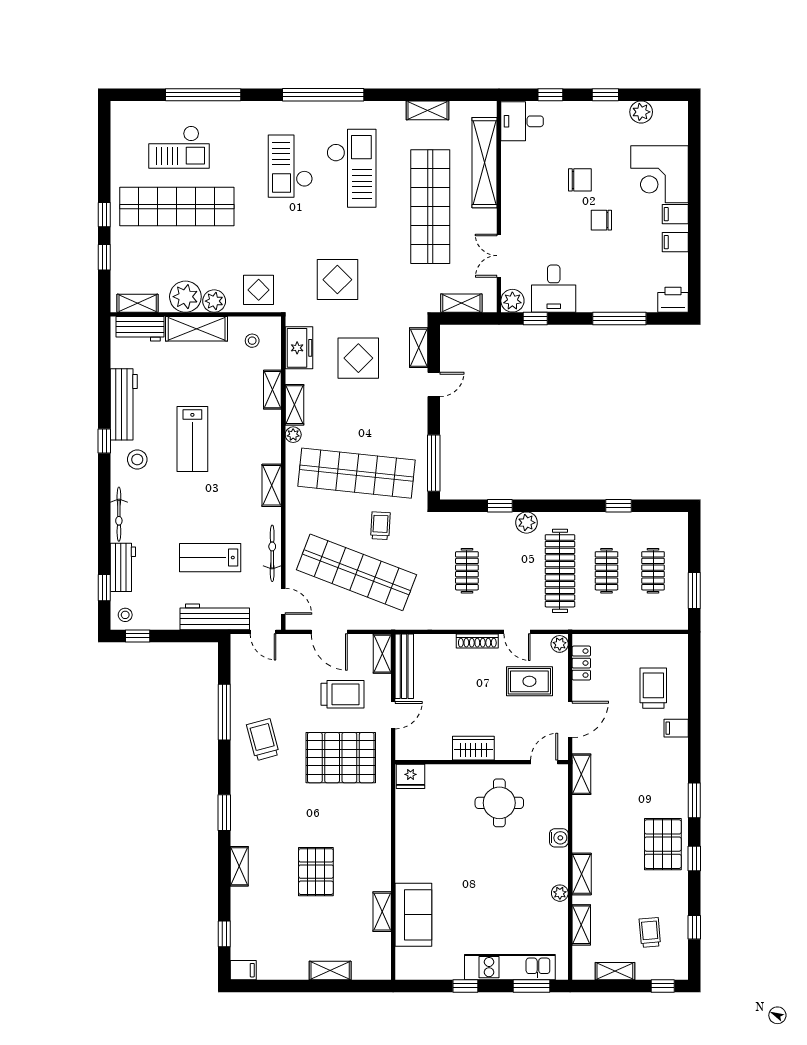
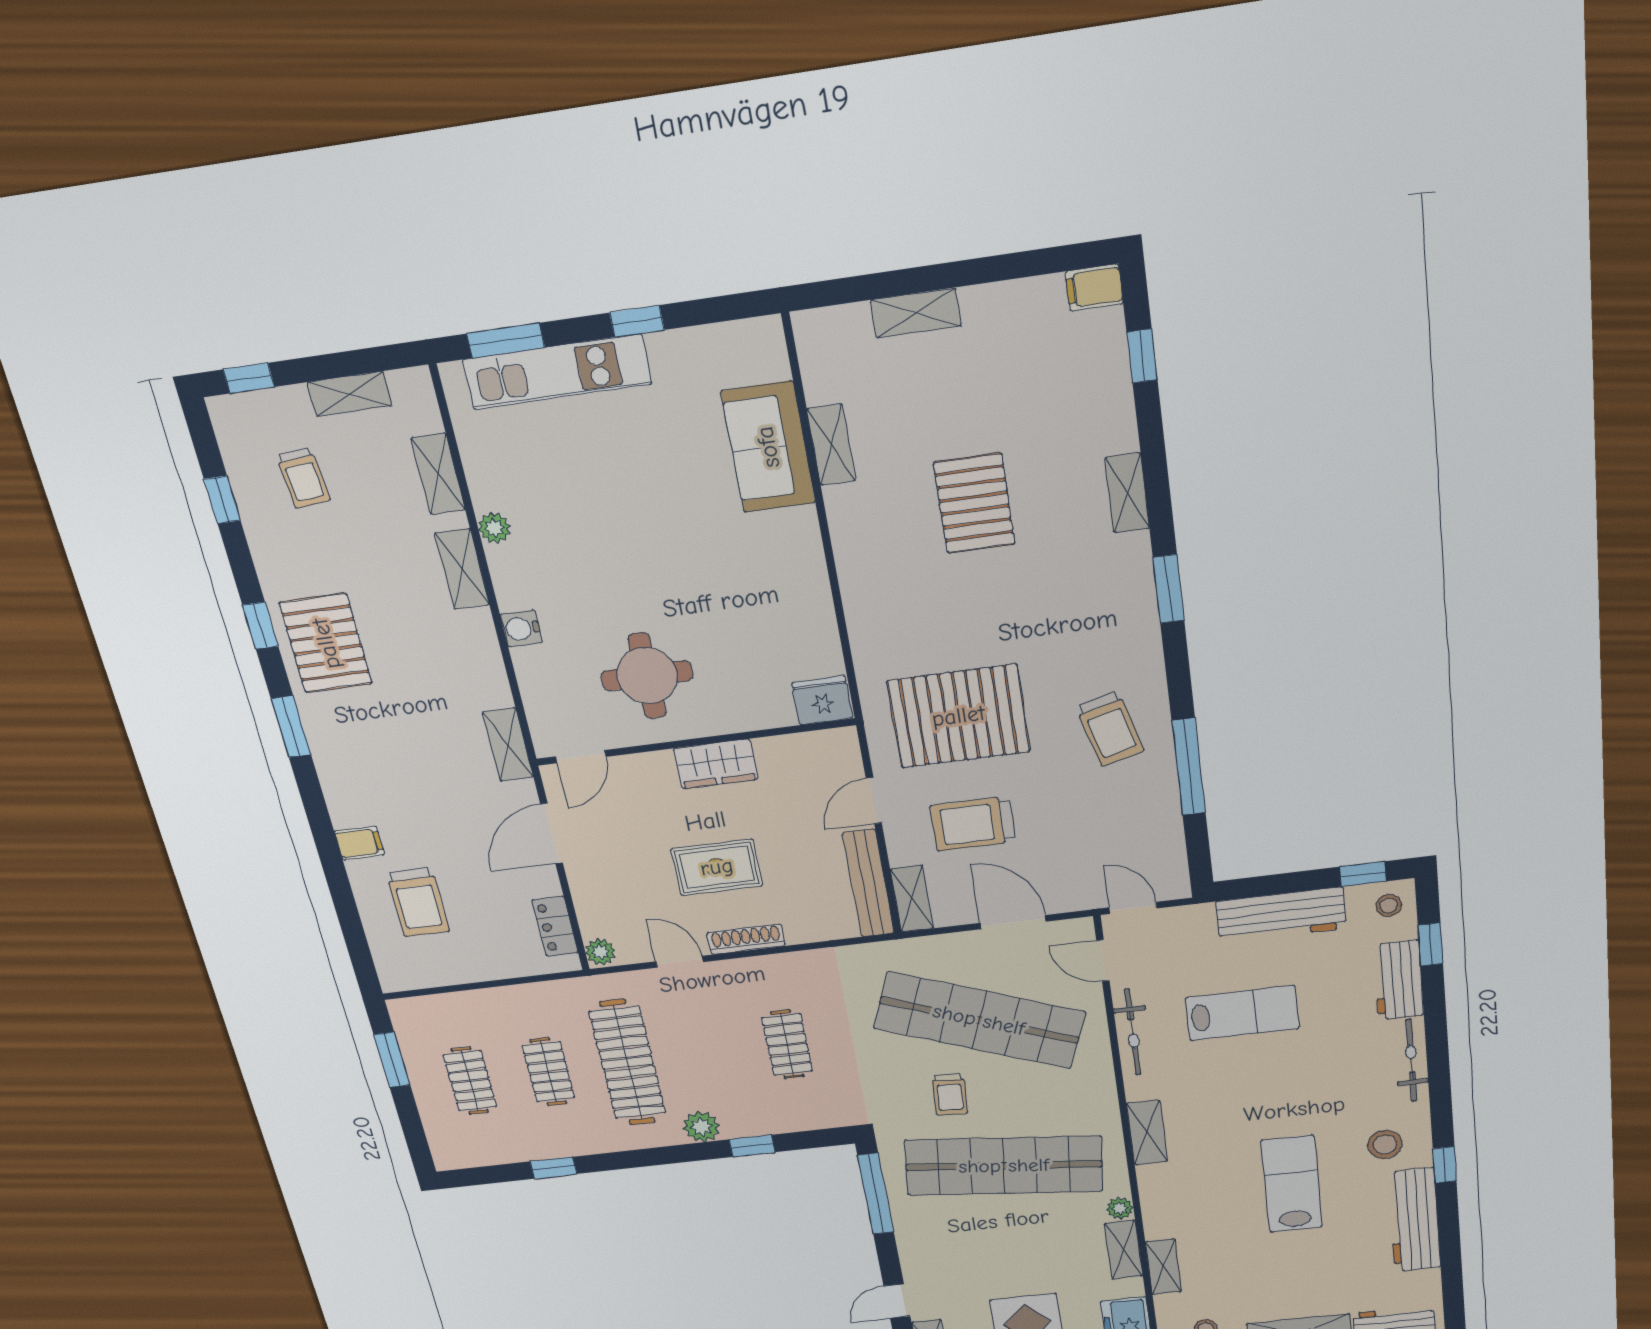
workbench: (215, 617) -> (1281, 915), moved
rug: (529, 681) -> (717, 867), moved

